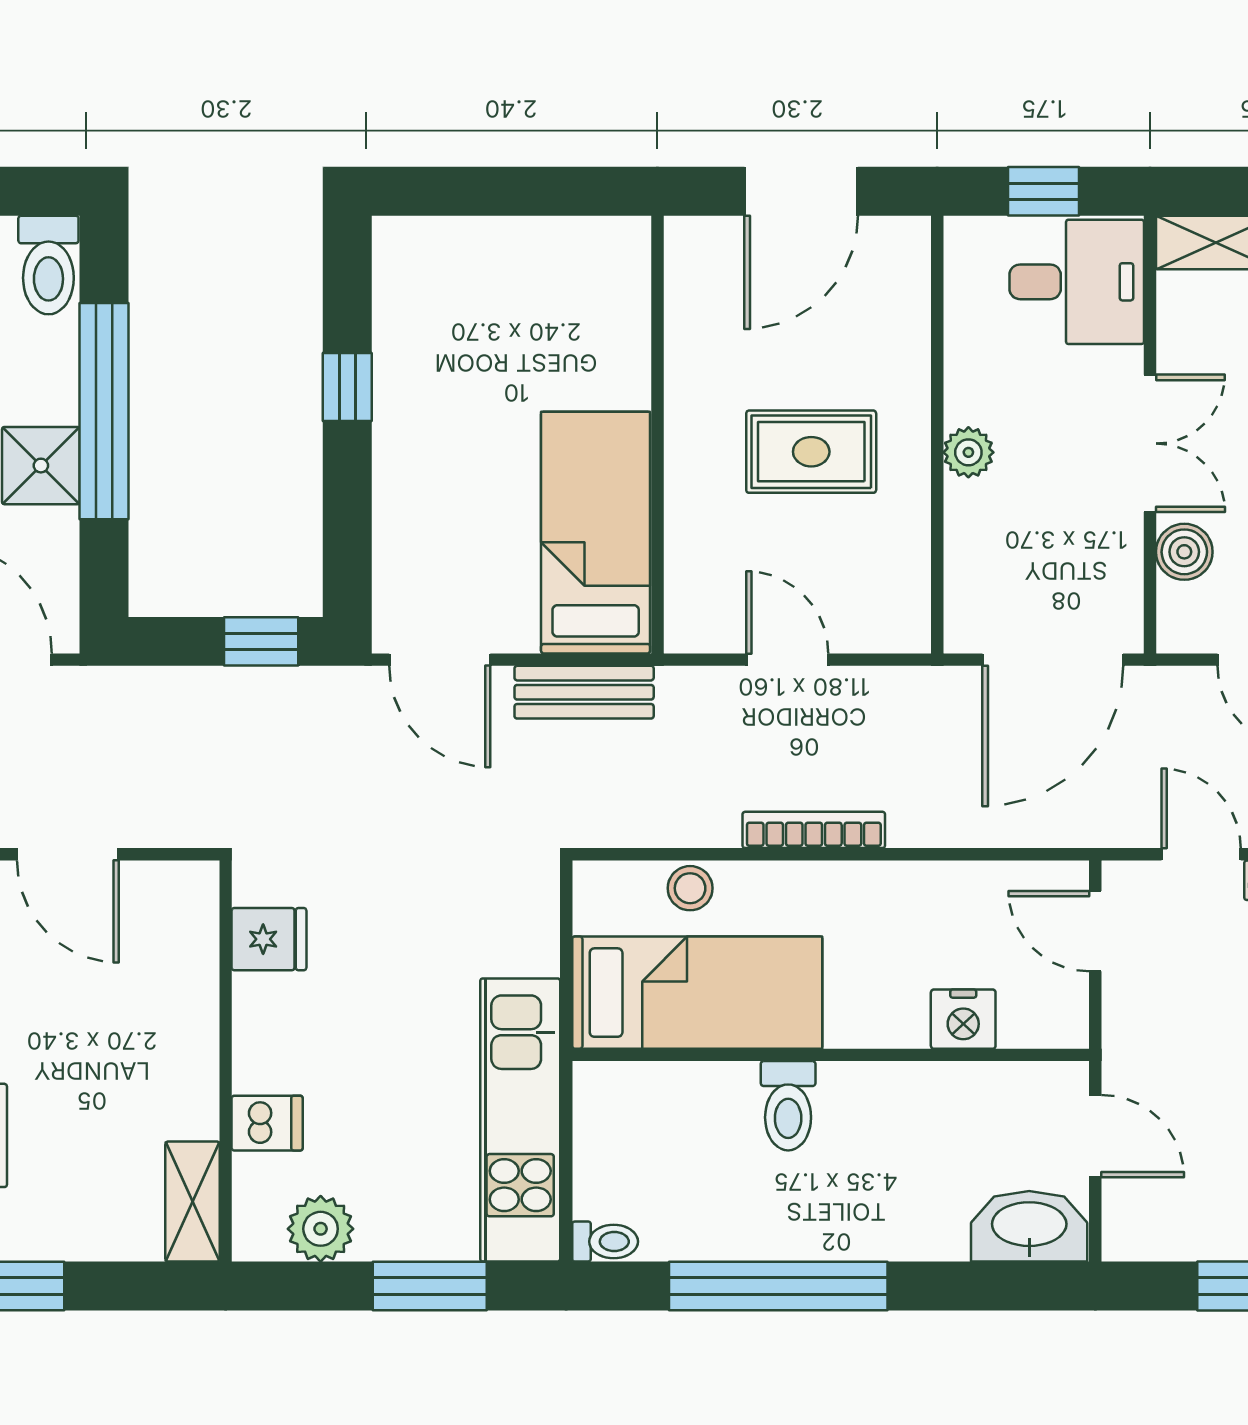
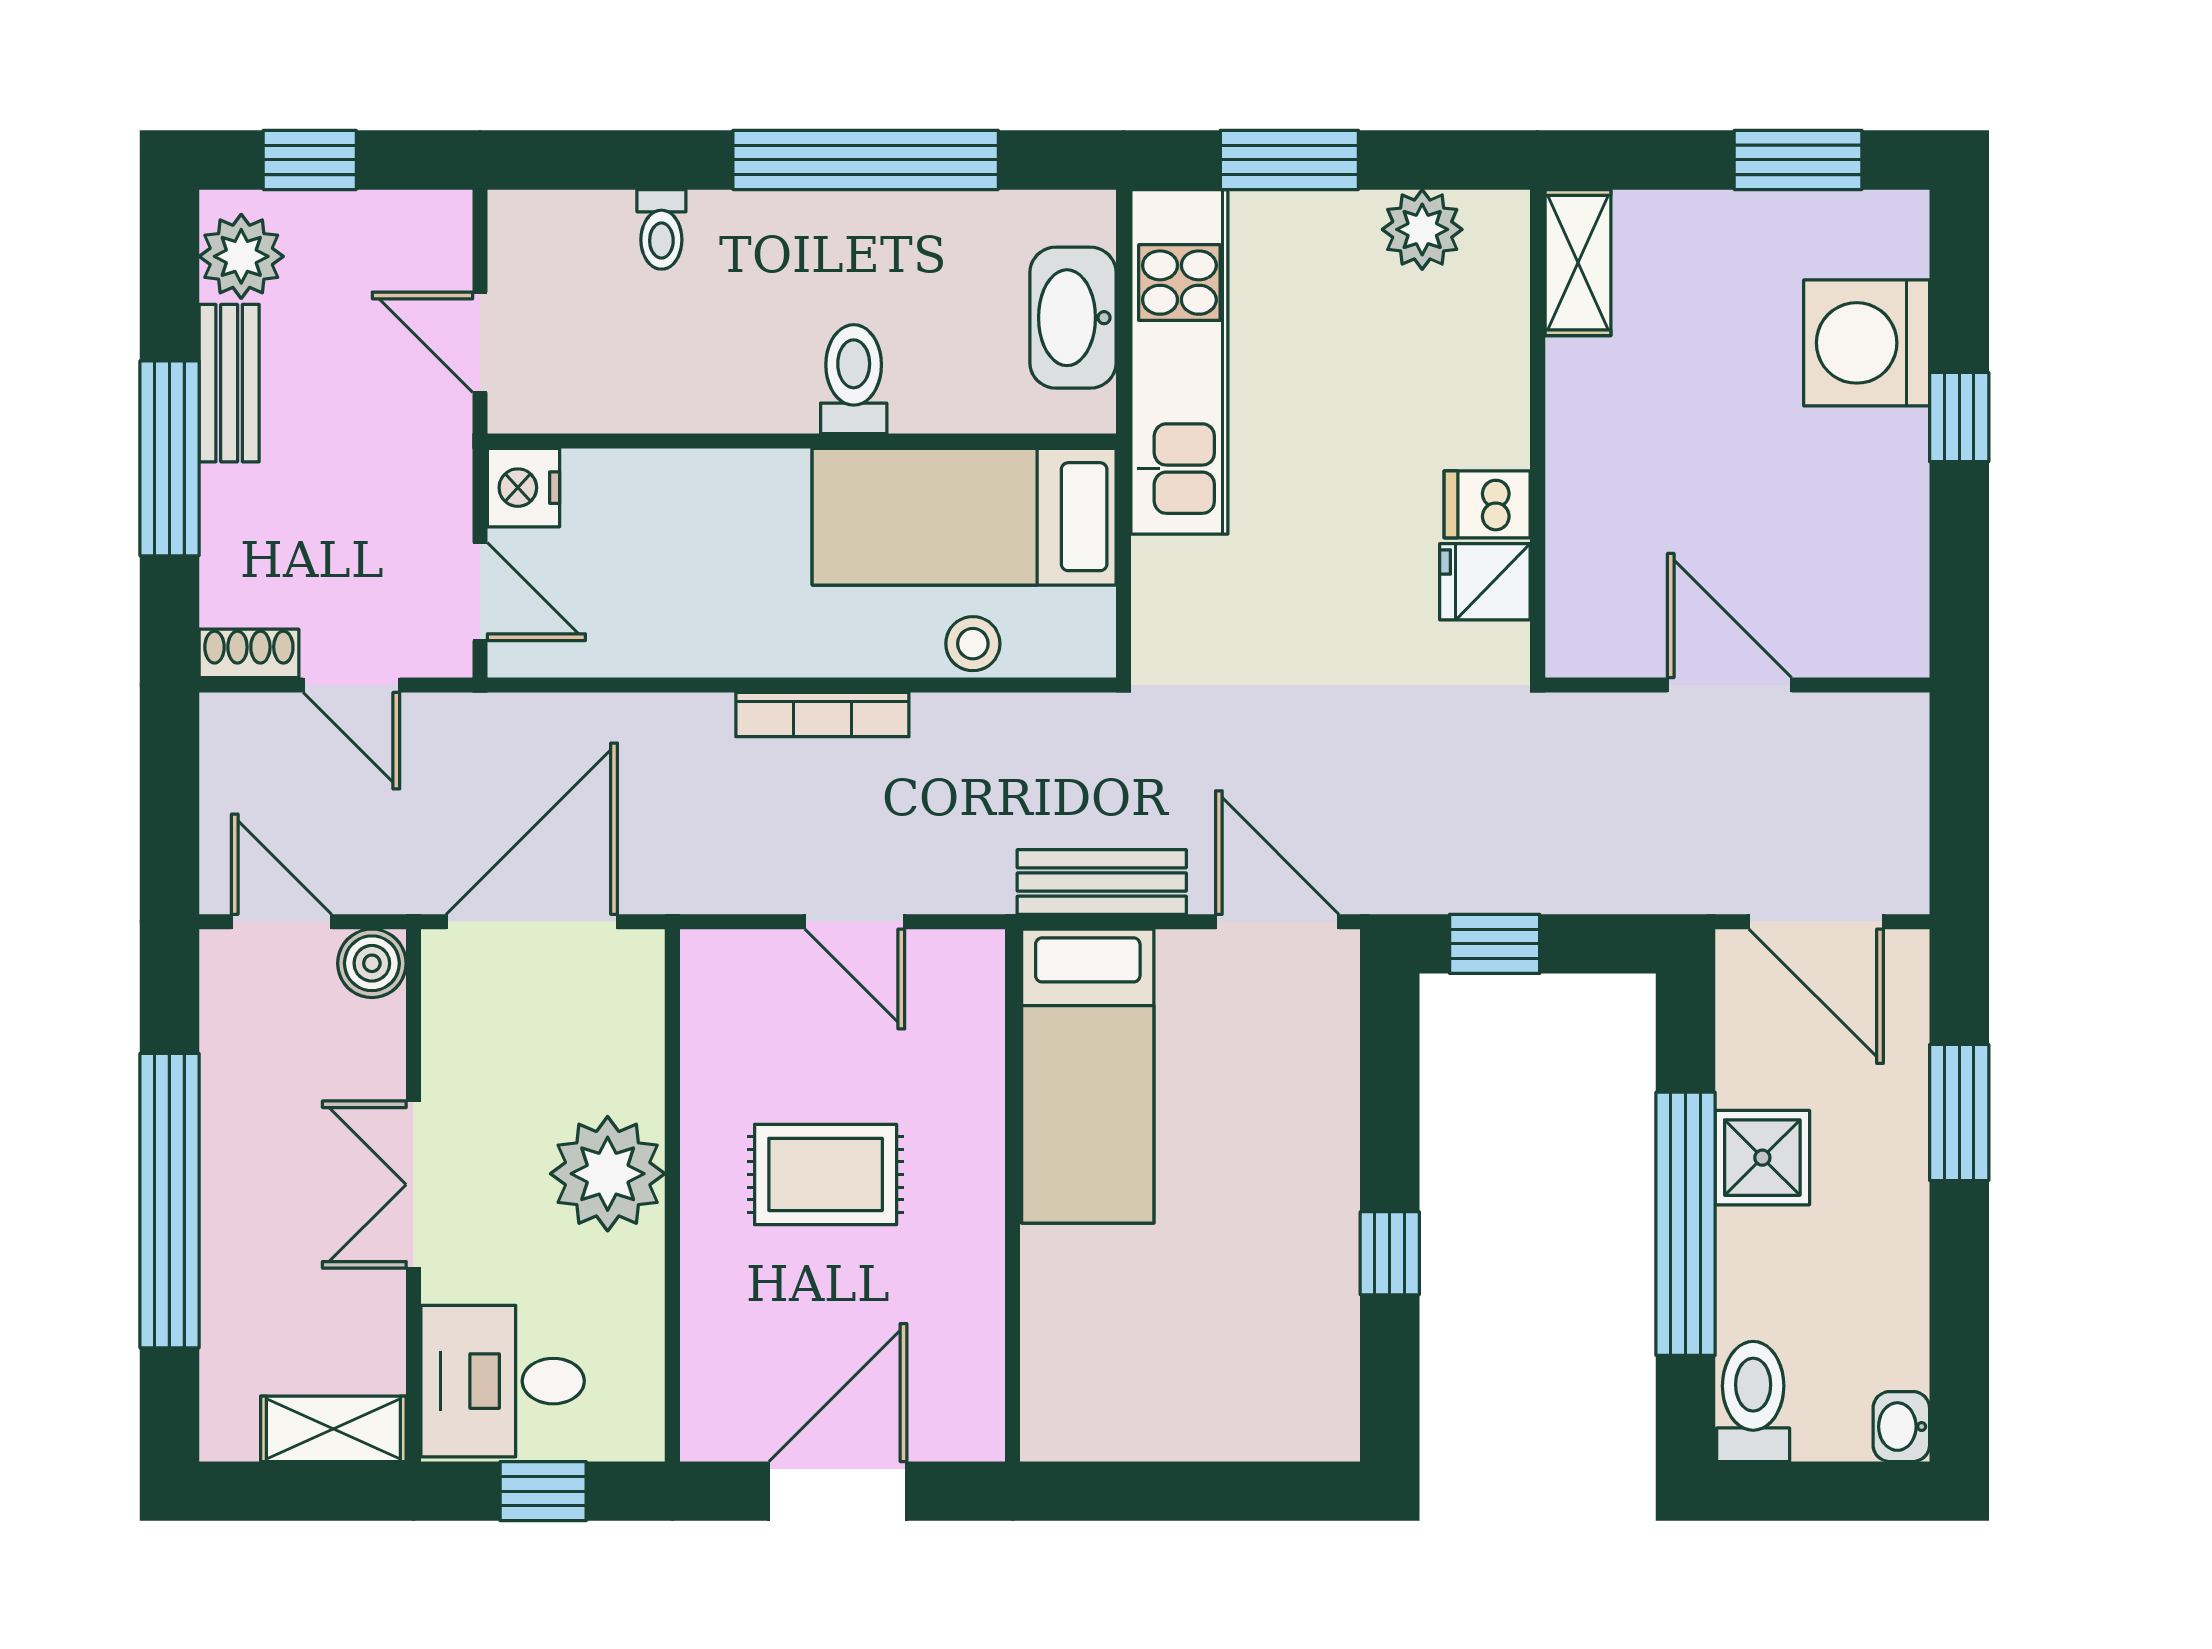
plant: (968, 452) -> (608, 1174), width x1.88, depth x1.88
boiler: (1184, 552) -> (372, 963), moved
nightstand: (963, 1019) -> (524, 488), moved, turned -90
dishwasher: (267, 1123) -> (1487, 504), moved
washbasin: (1029, 1226) -> (1073, 318), moved, turned 90
toilet: (605, 1242) -> (661, 229), moved, turned -90

